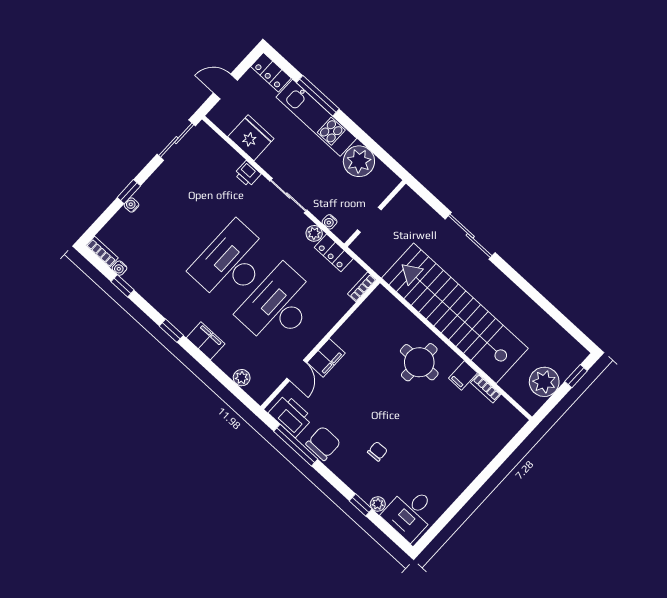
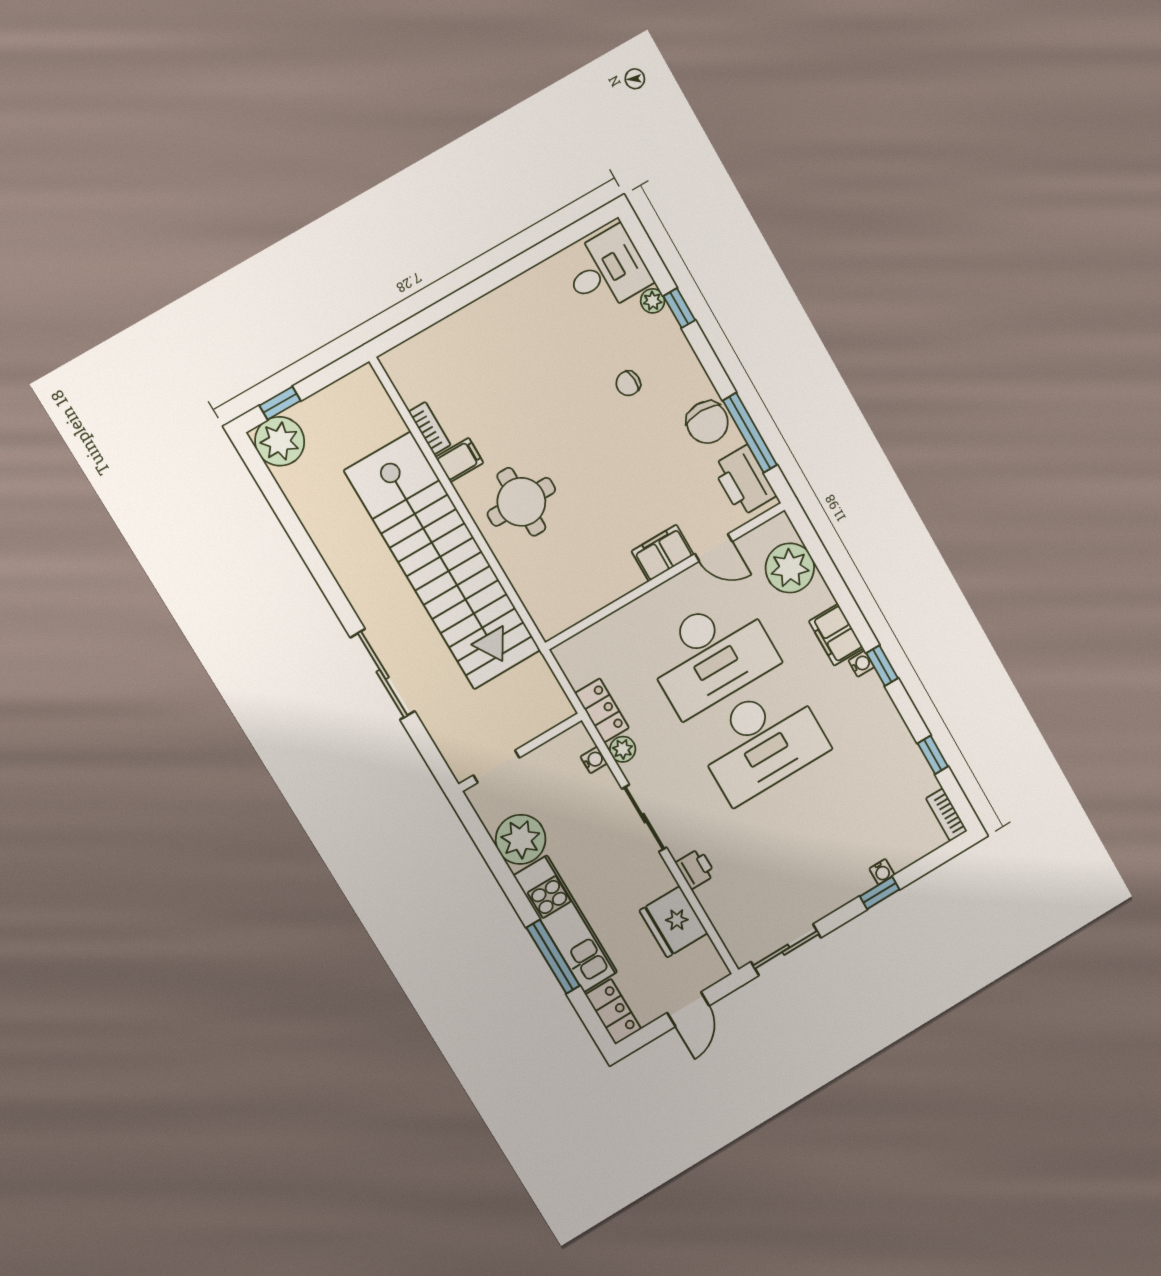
door: (225, 87) -> (688, 1009), hinge flipped
doorway: (369, 220) -> (496, 766), moved
water cooler: (119, 268) -> (861, 664), moved
bookcase: (362, 287) -> (575, 645), removed
door: (297, 370) -> (713, 548), swing flipped
plant: (242, 378) -> (790, 568), width x1.88, depth x1.88
plant: (544, 382) -> (280, 441), moved
chair: (323, 443) -> (707, 422), turned -90

